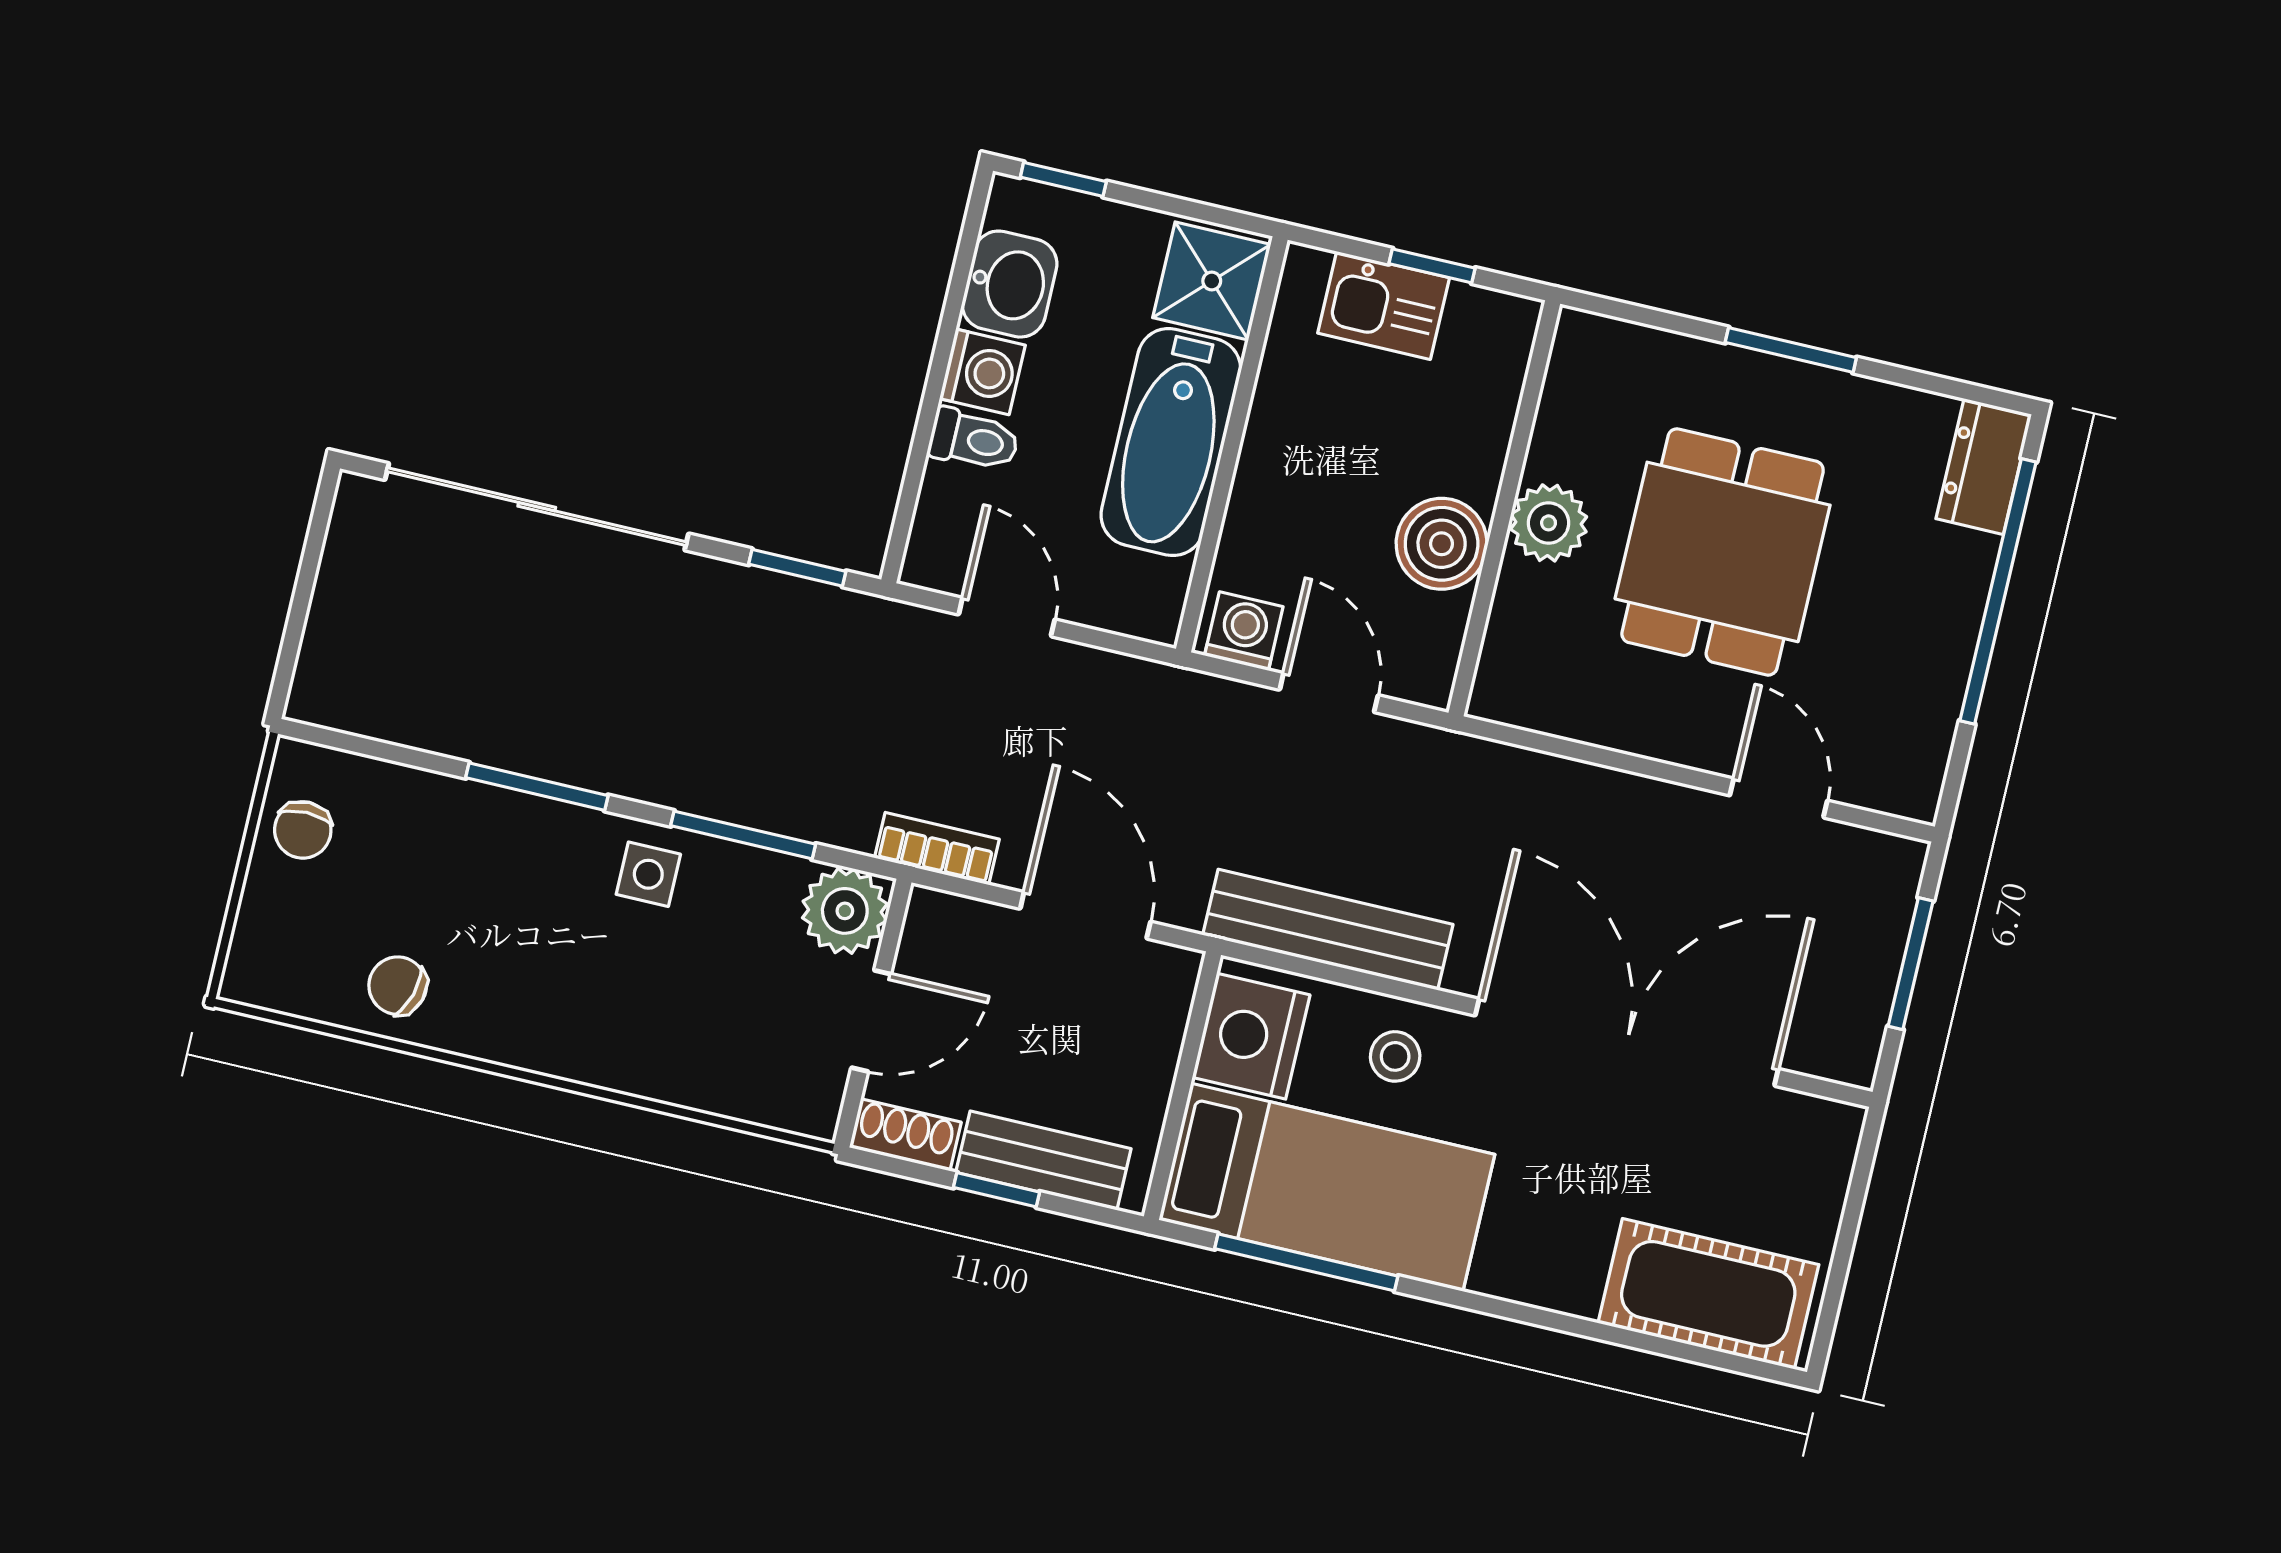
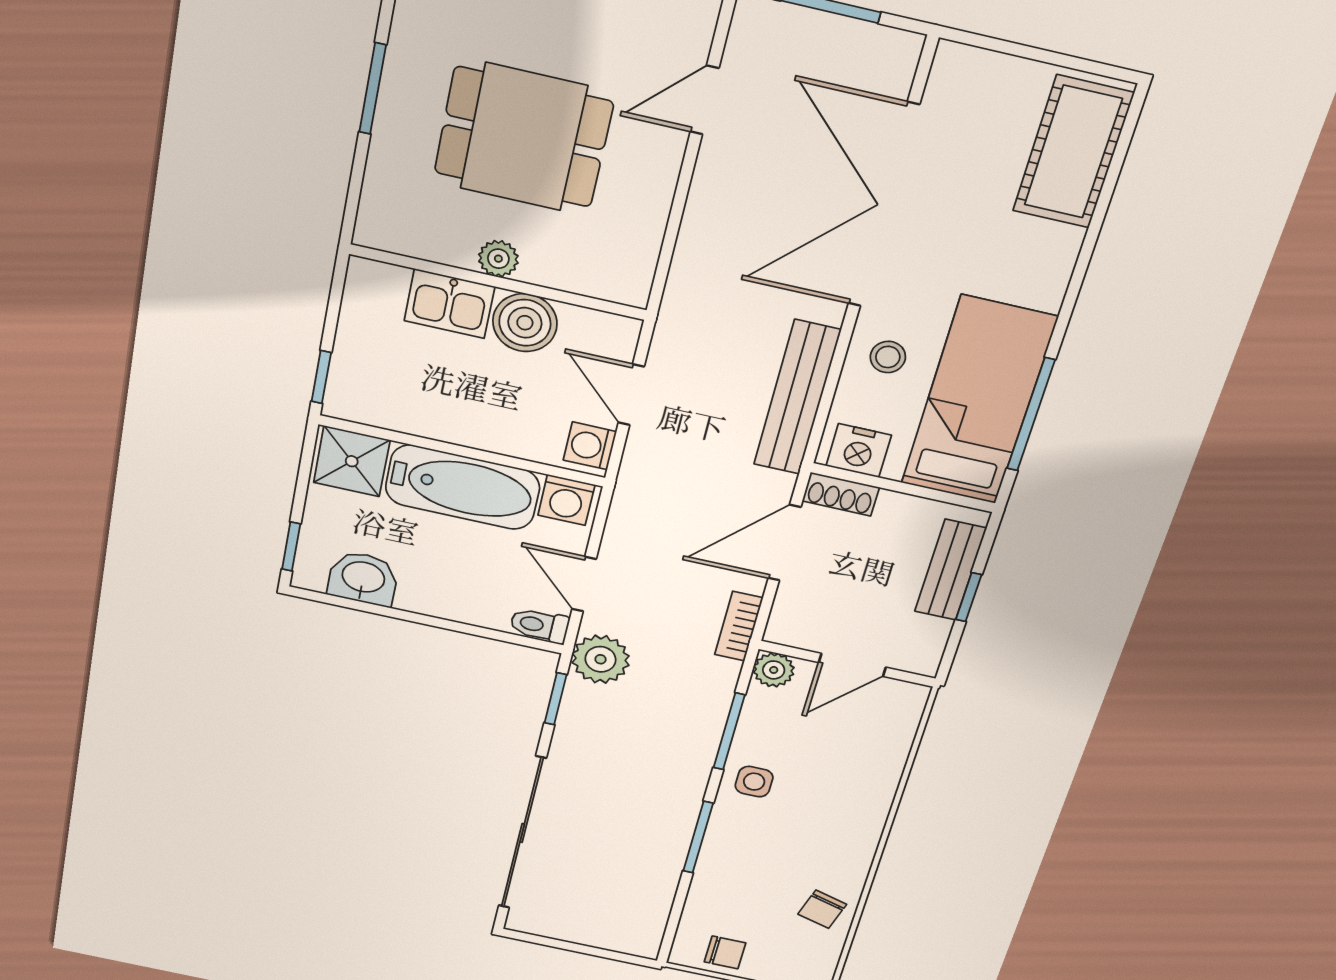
window: (1432, 266) -> (321, 377), moved
kitchen sink: (1384, 305) -> (449, 304), moved, turned 90
washing machine: (982, 372) -> (566, 500), moved, turned 180
toilet: (974, 440) -> (539, 625), moved, turned -90
plant: (1549, 523) -> (498, 259), width x0.73, depth x0.73
door: (1007, 617) -> (584, 584), hinge flipped
plant: (872, 639) -> (601, 659), added
door: (1329, 692) -> (631, 395), hinge flipped
plant: (845, 911) -> (774, 670), width x0.73, depth x0.73
door: (871, 1021) -> (852, 665), swing flipped
nightstand: (1251, 1036) -> (859, 451), width x0.74, depth x0.75
shoe rack: (905, 1135) -> (841, 494), moved, turned -90

